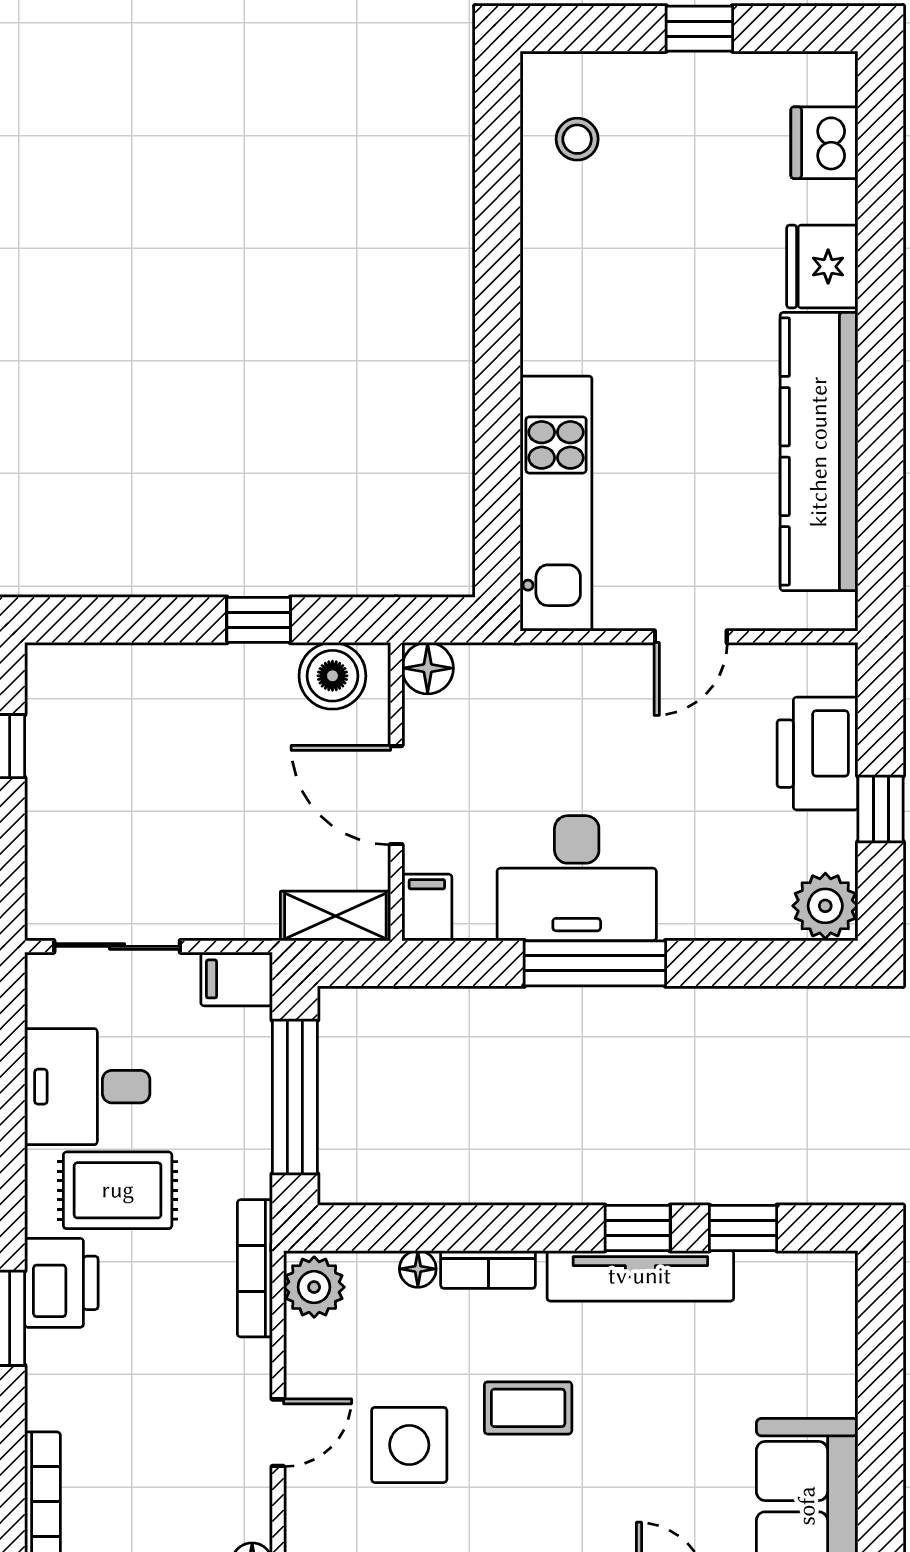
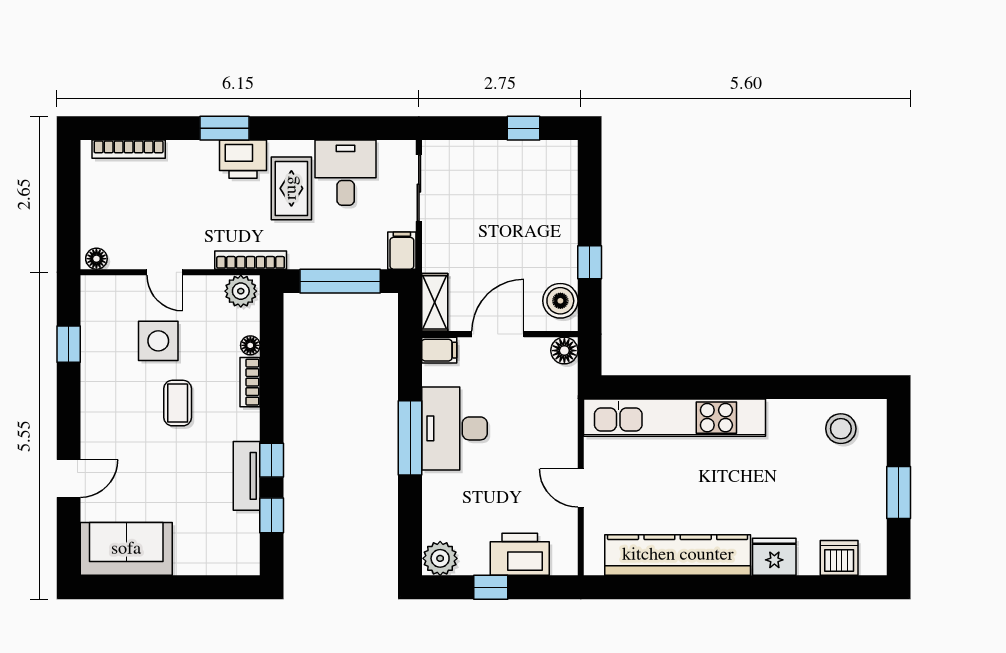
window: (699, 29) -> (899, 493), width x1.50
stool: (577, 139) -> (841, 429), width x1.37, depth x1.37
kitchen unit: (556, 504) -> (675, 418), width x1.36
tv unit: (640, 1276) -> (247, 476), width x0.71

